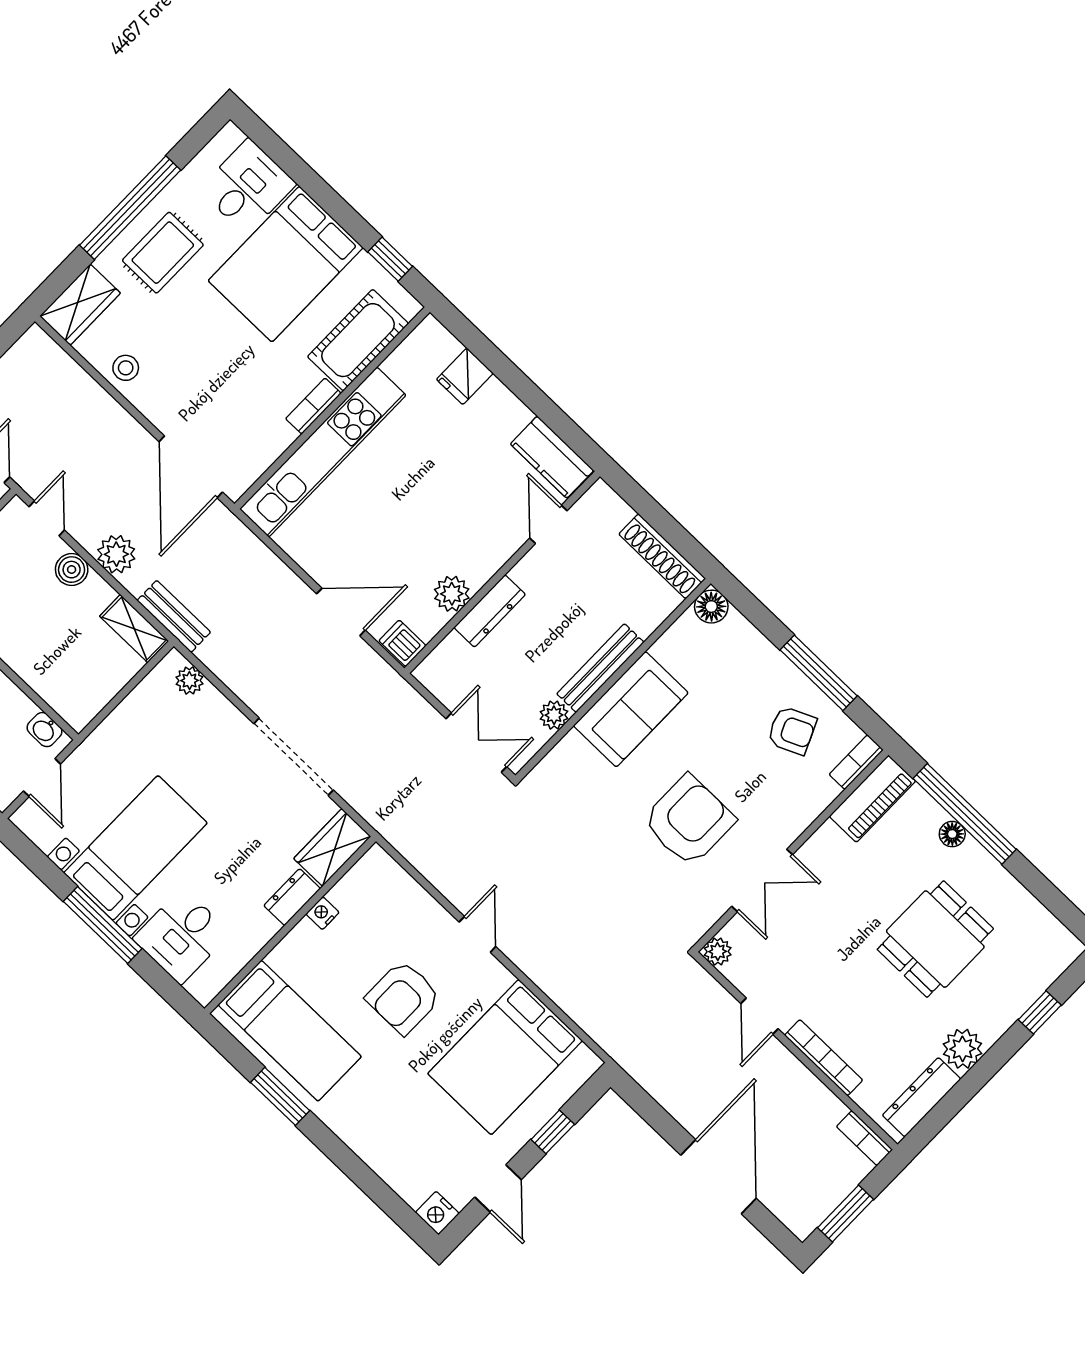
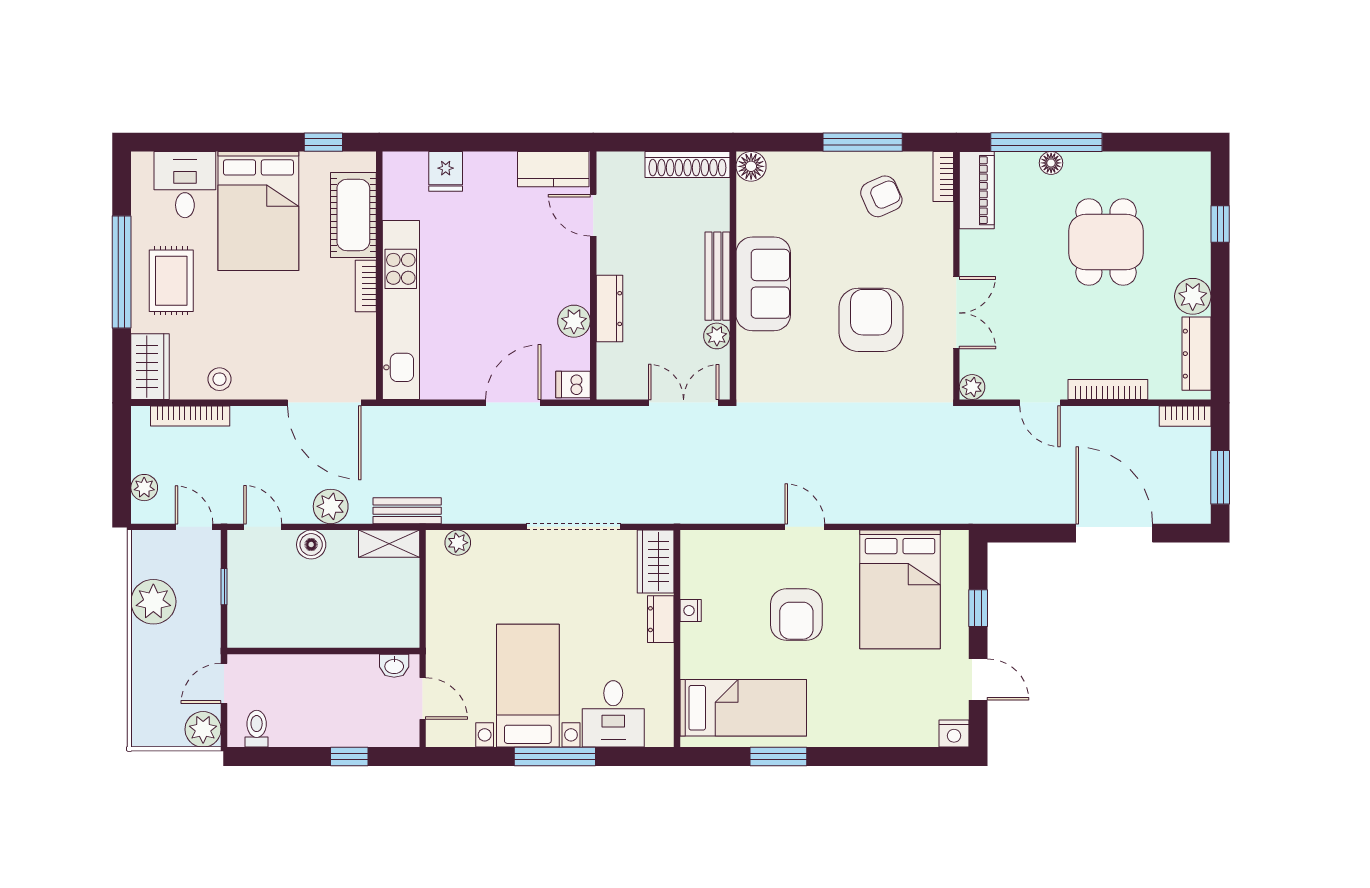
bookcase: (74, 374) -> (190, 416), added

